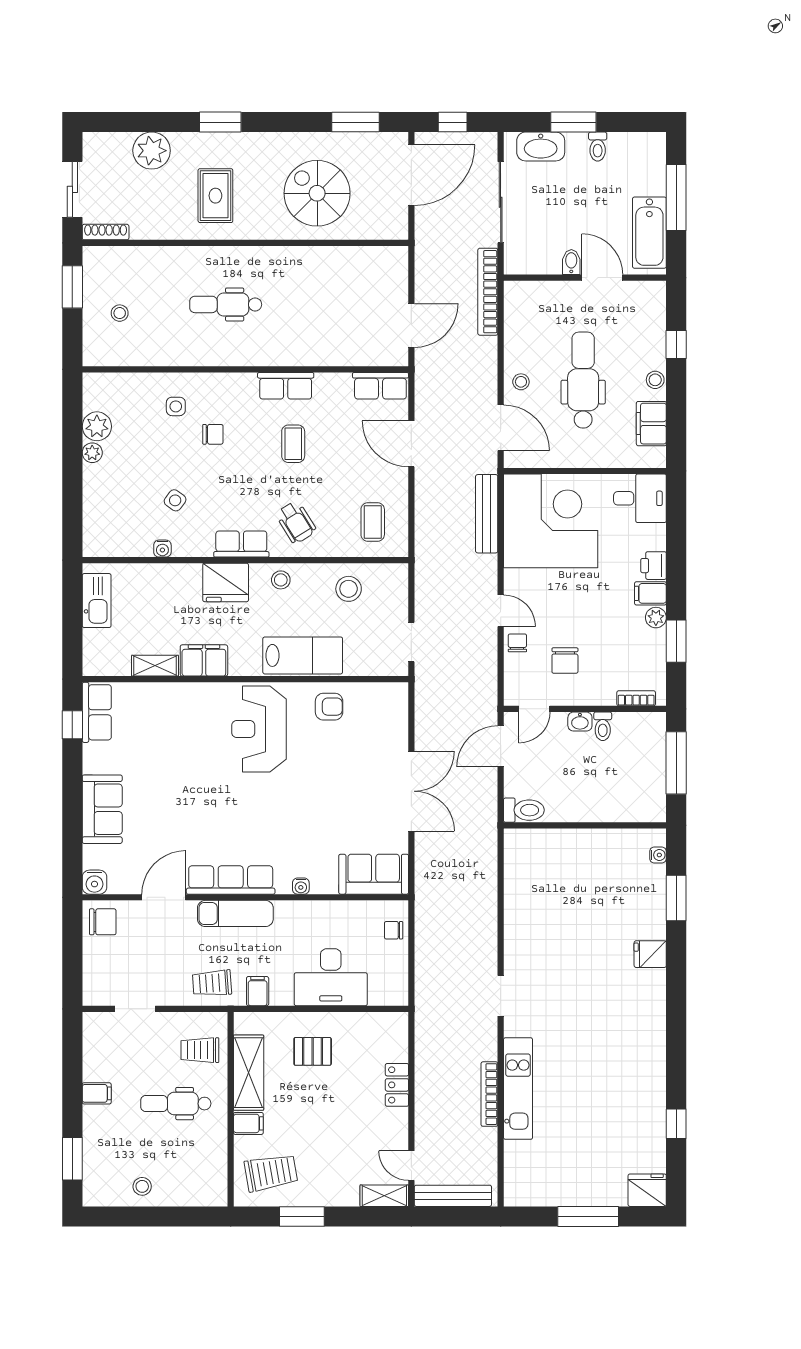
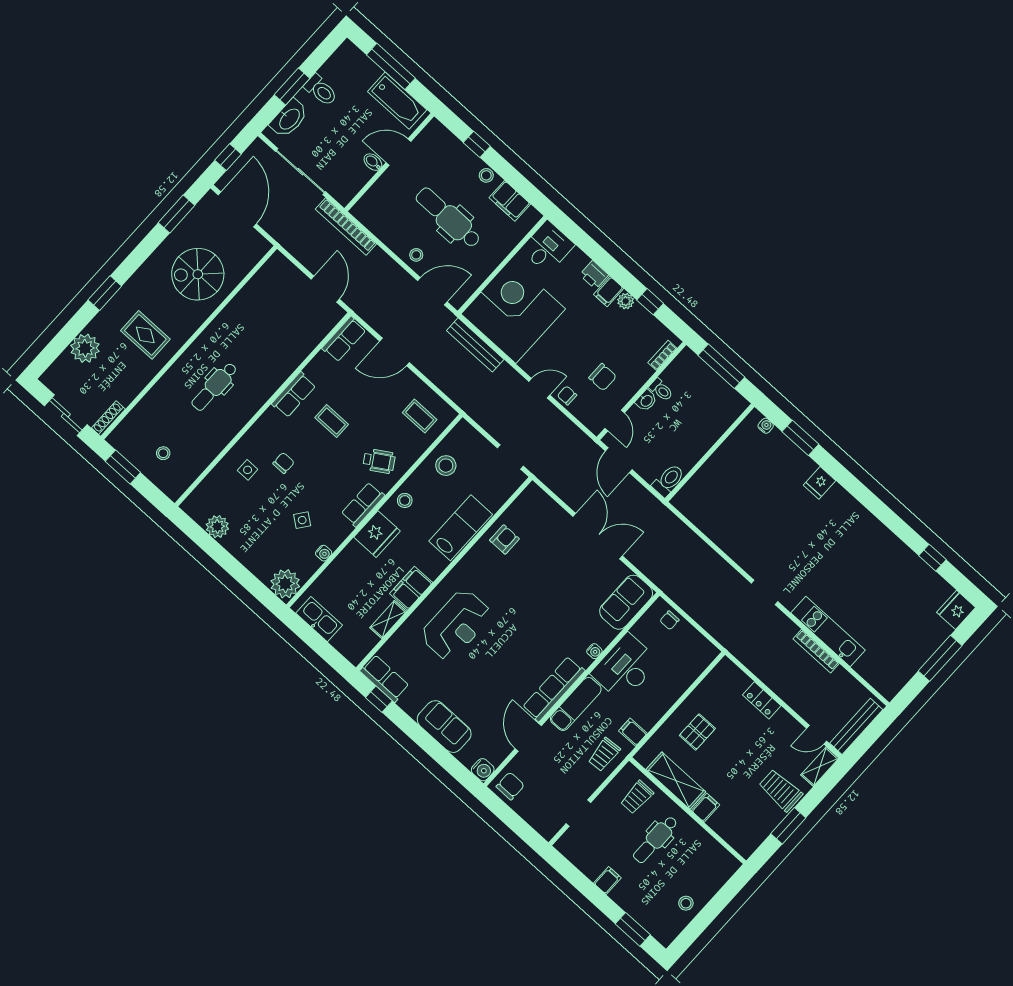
toilet: (598, 147) -> (321, 90), width x1.37, depth x1.39
plant: (92, 453) -> (285, 584), moved, width x1.87, depth x1.87
window: (676, 641) -> (650, 302), width x0.67
reception desk: (259, 729) -> (456, 625), moved, turned -90
desk: (331, 977) -> (625, 668), moved, turned 180
trolley: (271, 1173) -> (781, 790), moved, turned -80

